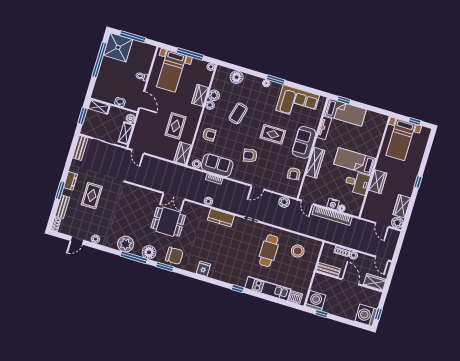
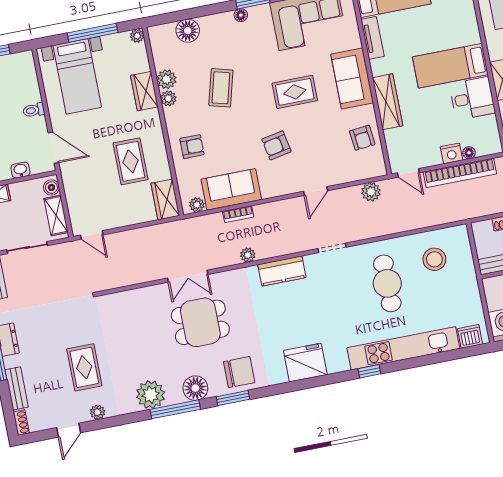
rug: (92, 196) -> (84, 367), moved
fridge: (203, 269) -> (305, 363), width x1.88, depth x1.34
kitchen unit: (268, 288) -> (403, 348), width x1.36

